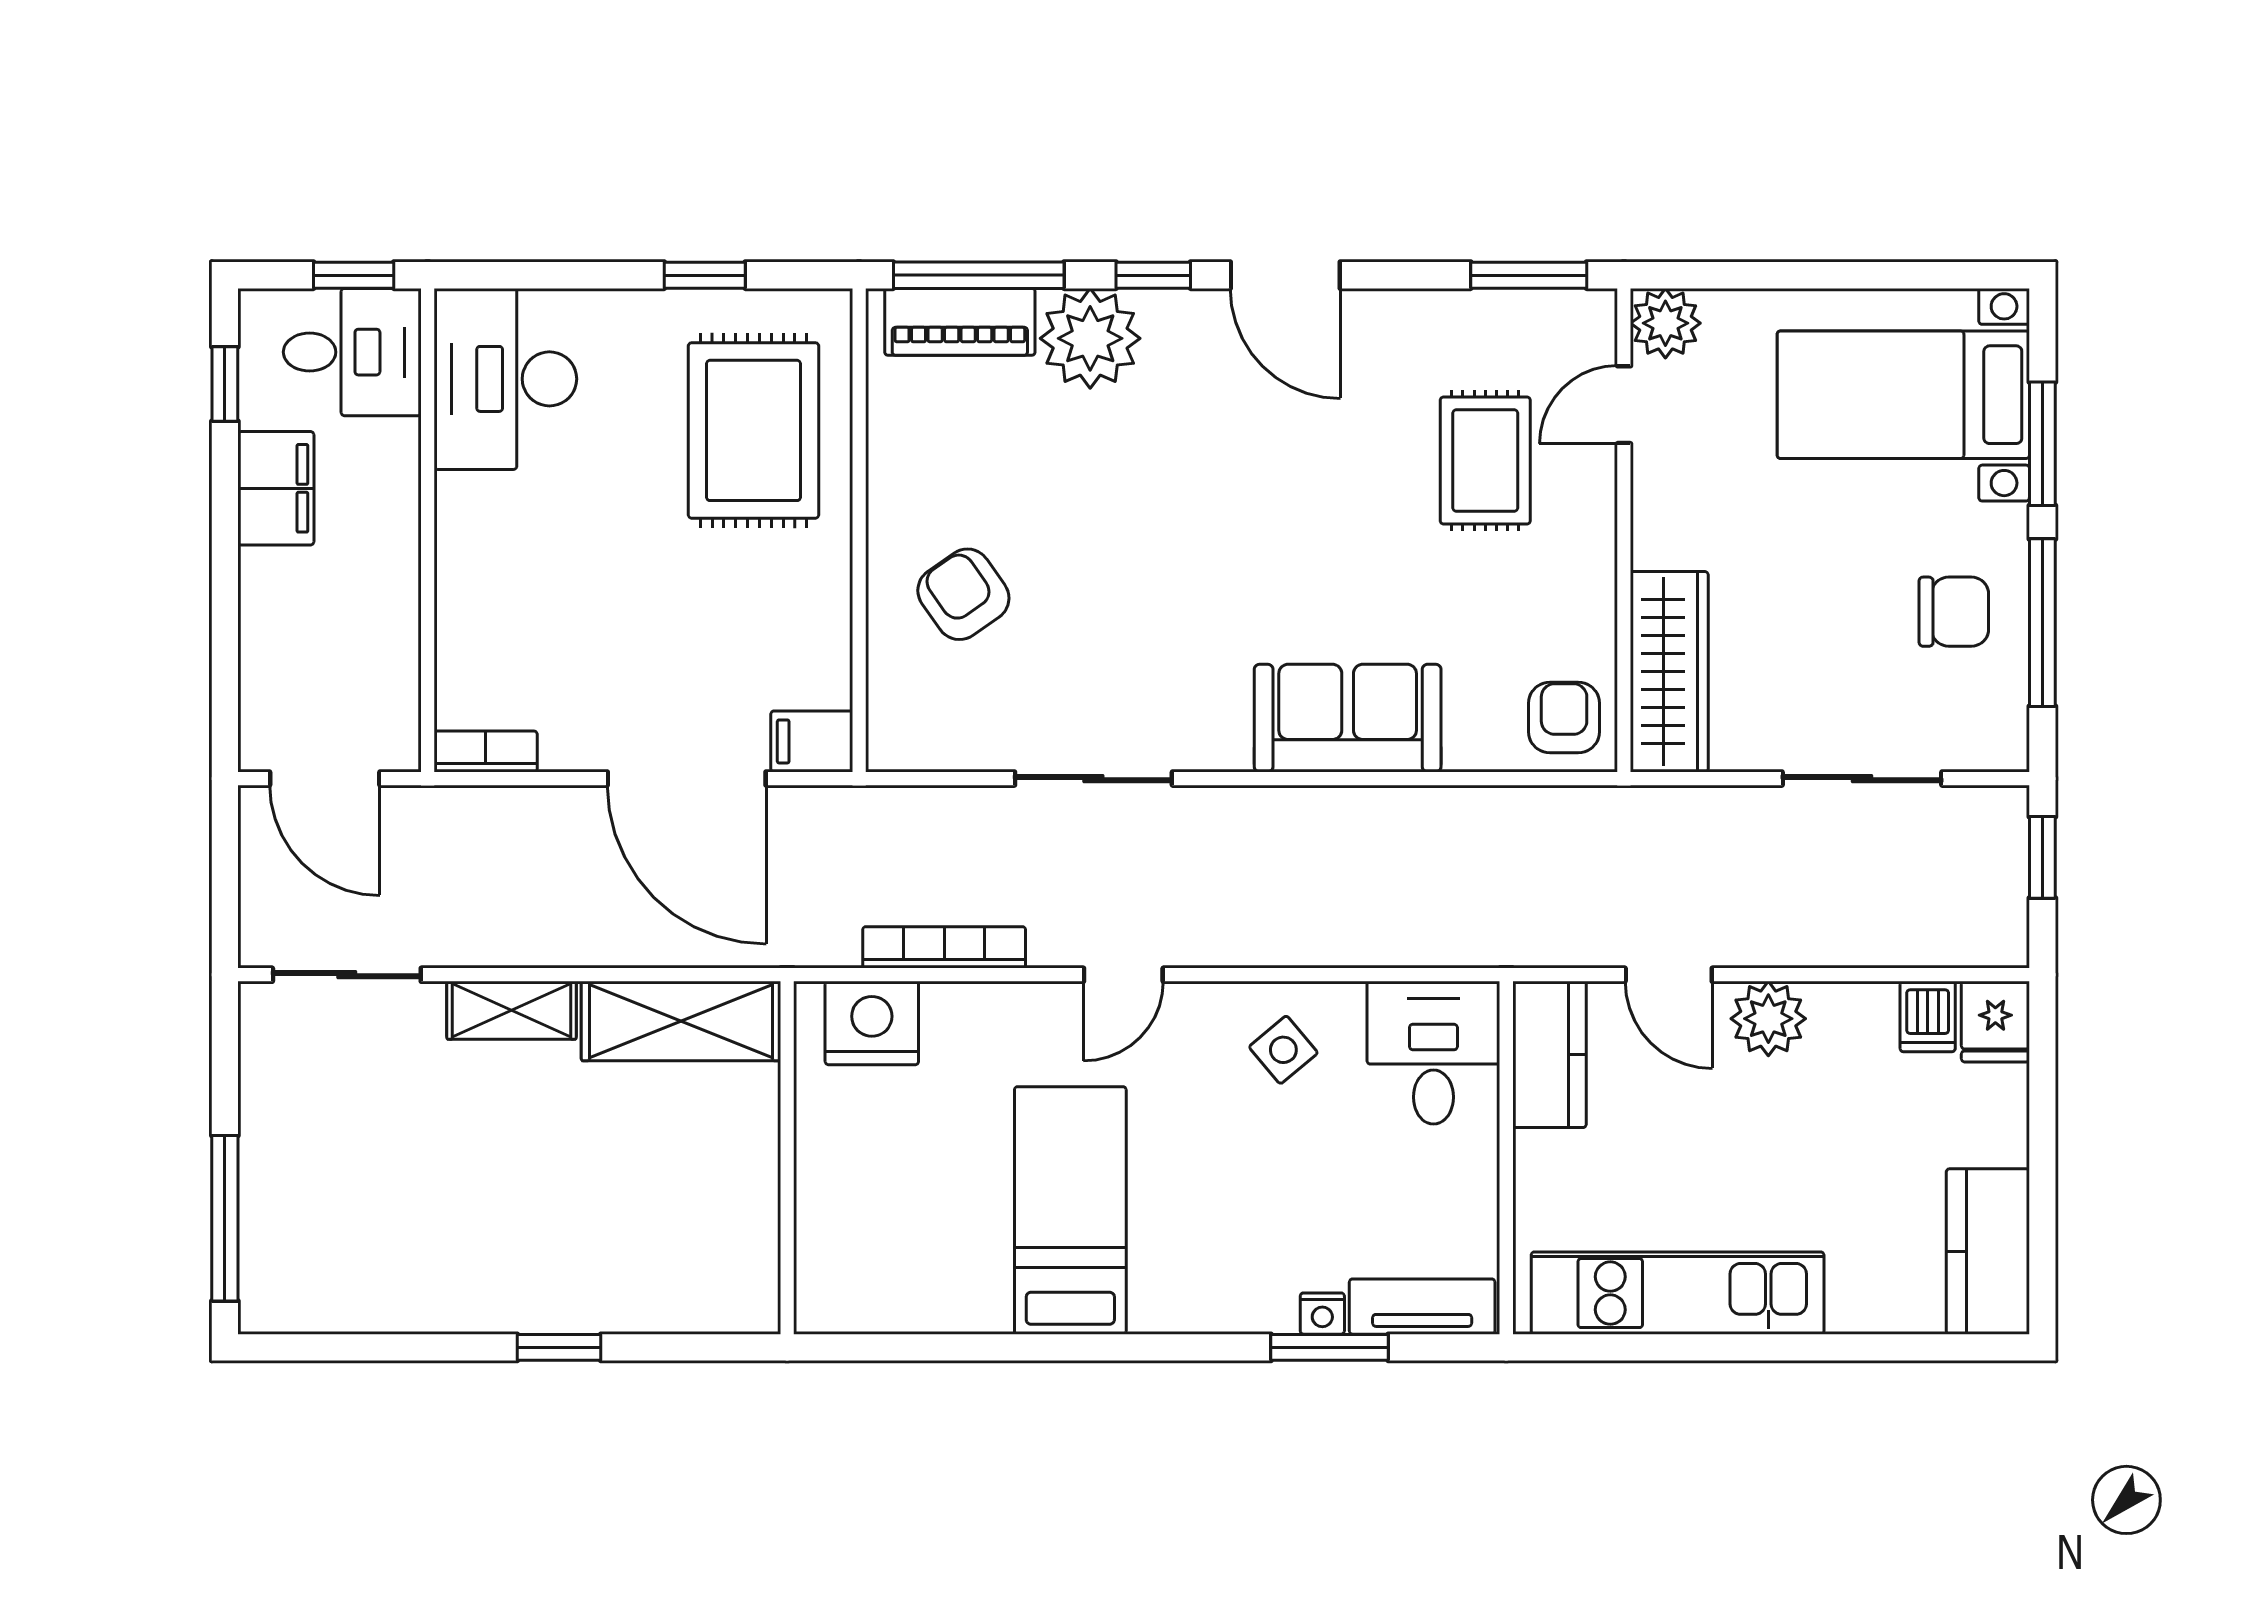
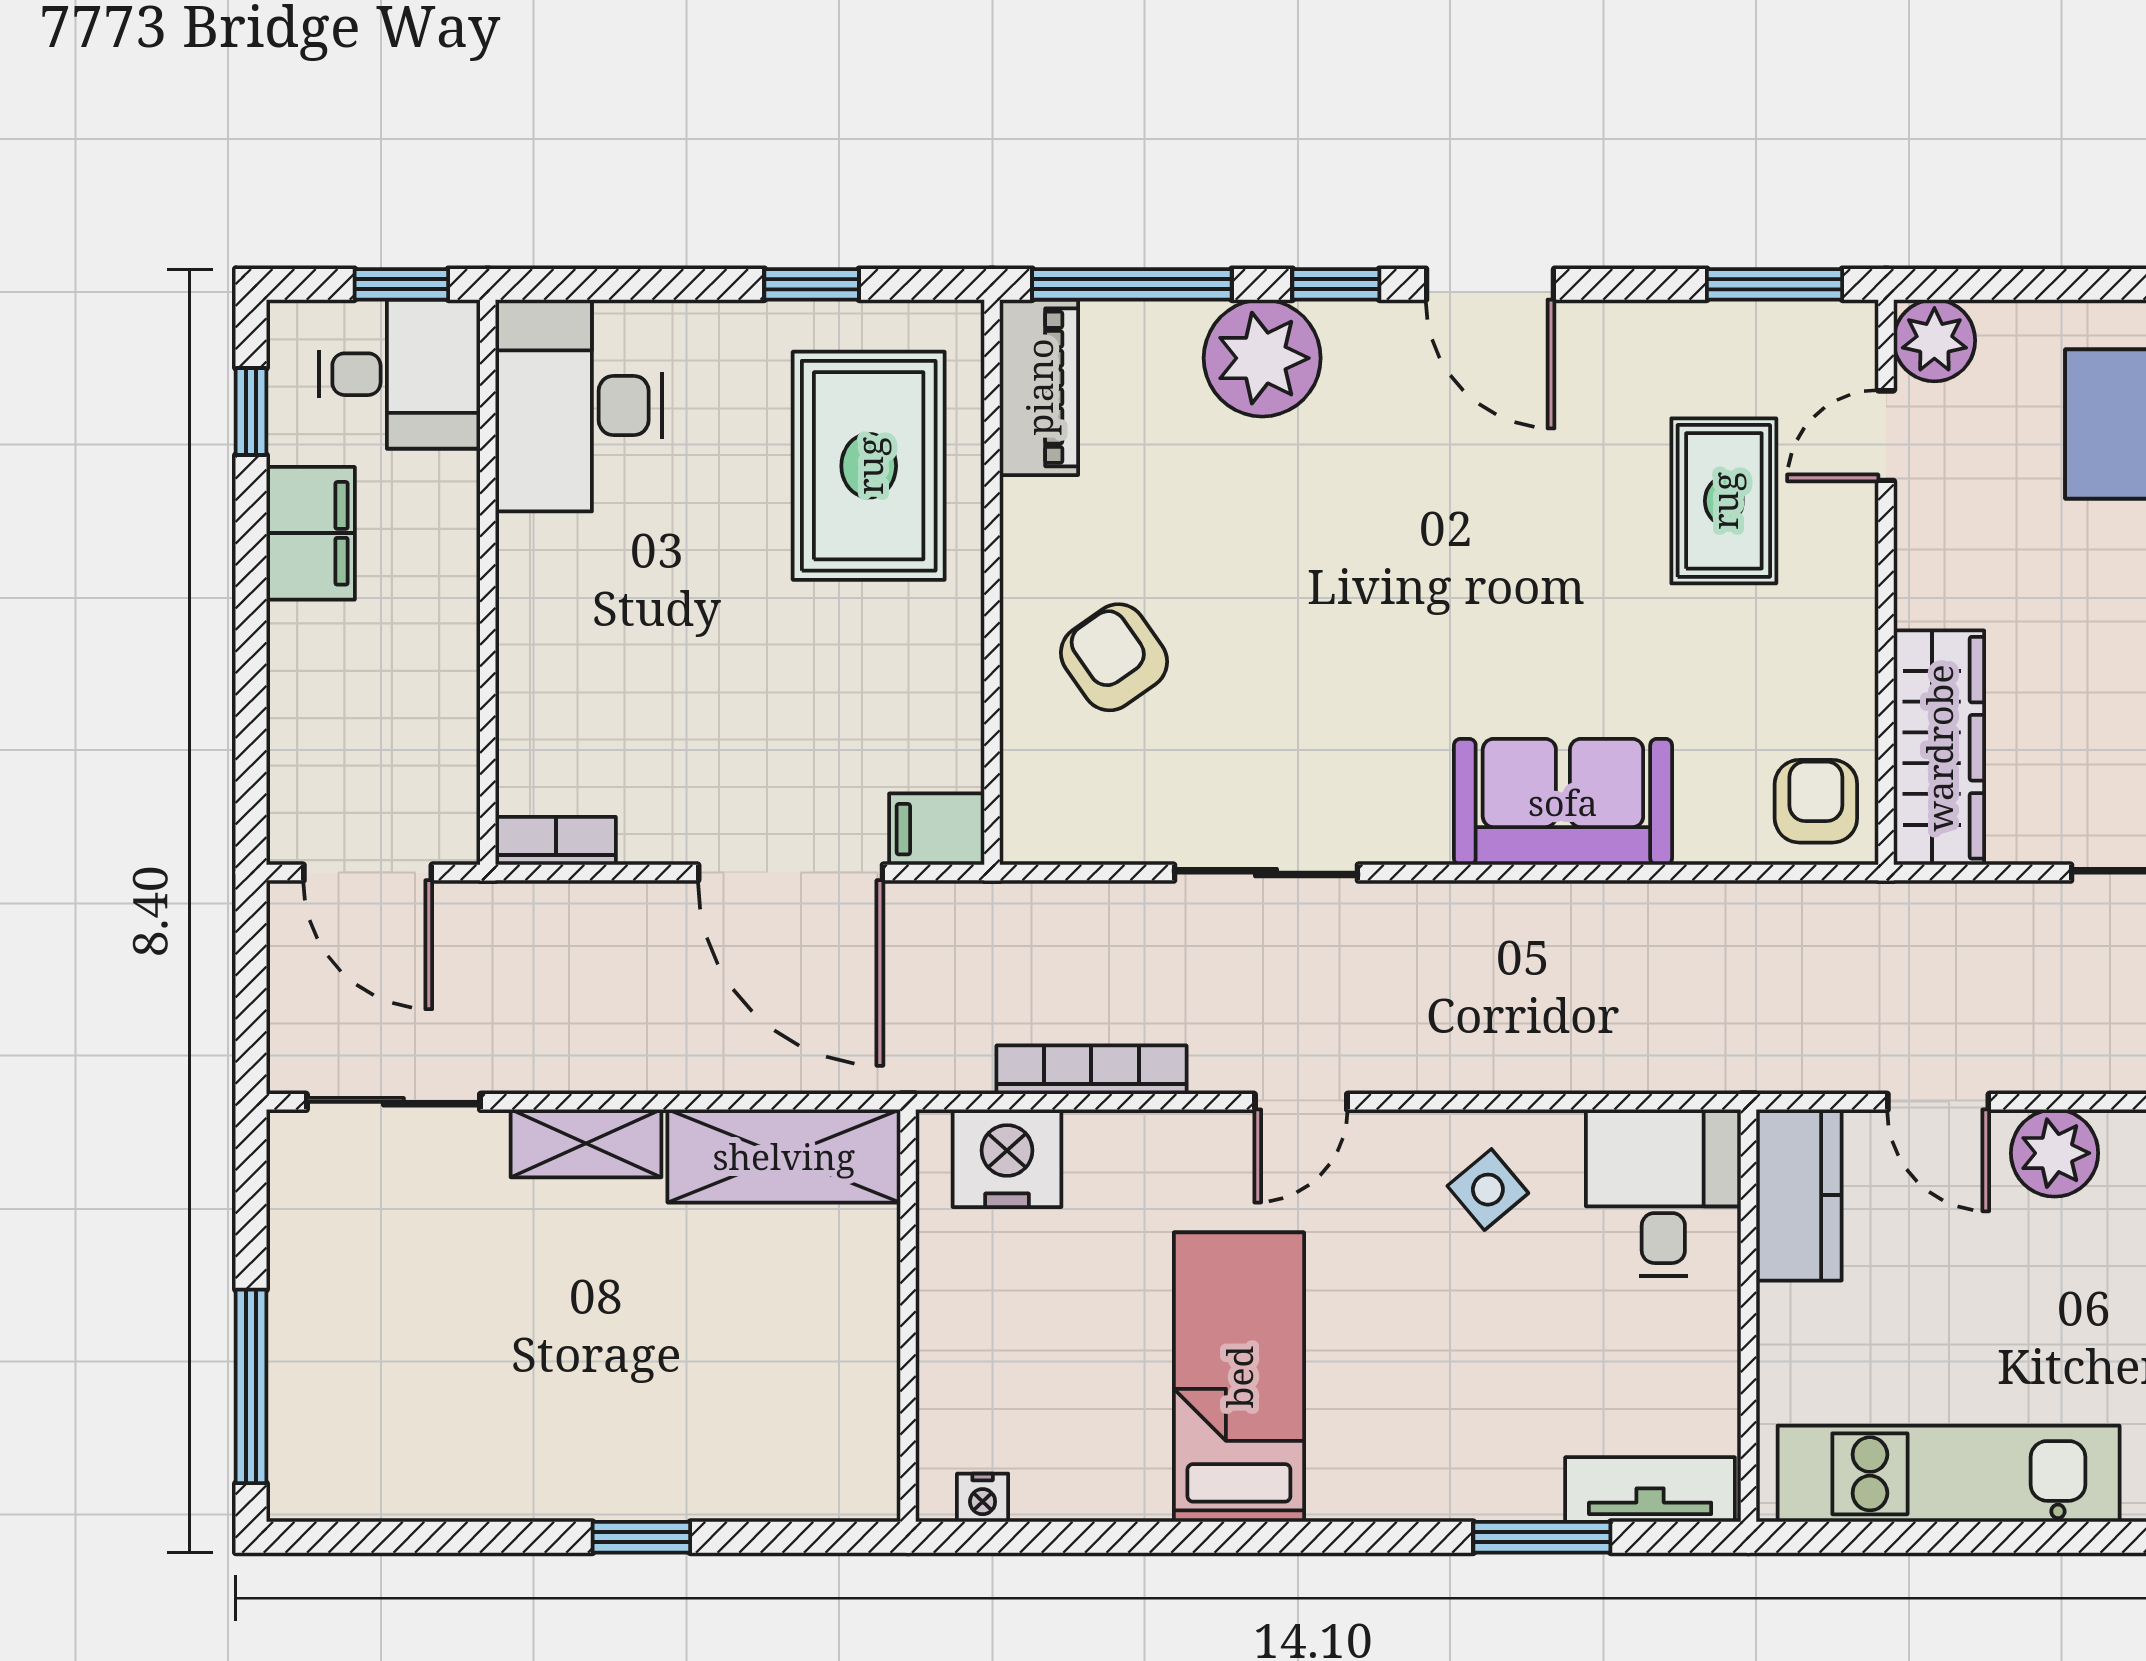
piano: (960, 322) -> (1039, 387), moved, turned -90
nightstand: (1322, 1314) -> (983, 1498), moved

